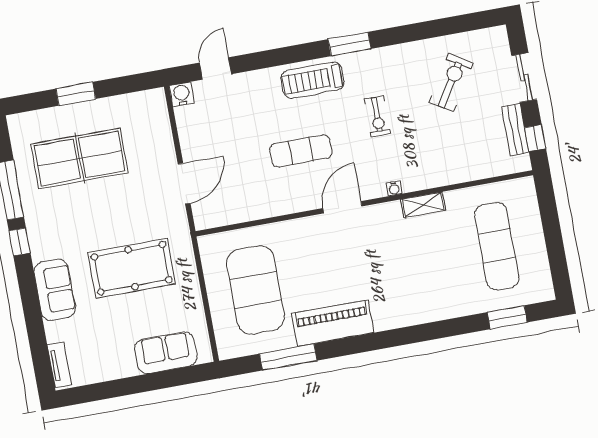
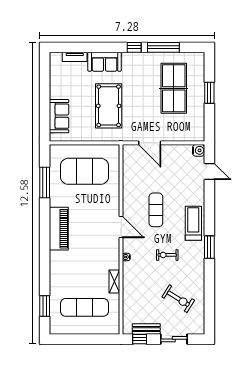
shelving: (423, 205) -> (114, 282), moved
piano: (333, 323) -> (59, 229), moved
tv unit: (59, 365) -> (75, 57), moved

